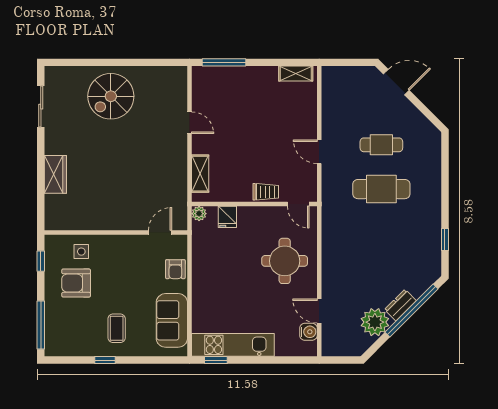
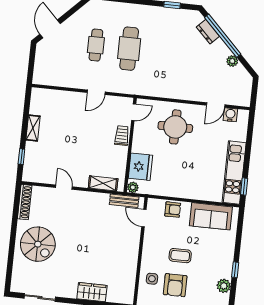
window: (224, 62) -> (21, 157), width x0.46
shoe rack: (164, 73) -> (25, 202), added
shelving: (296, 74) -> (33, 128), moved
door: (190, 123) -> (64, 187), hinge flipped
bench: (180, 204) -> (124, 201), added
fridge: (227, 217) -> (140, 167), width x1.88, depth x1.34
dresser: (400, 305) -> (208, 32), moved
plant: (375, 322) -> (232, 61), width x0.53, depth x0.53
coffee table: (117, 328) -> (180, 256), moved
plant: (82, 347) -> (224, 286), added

